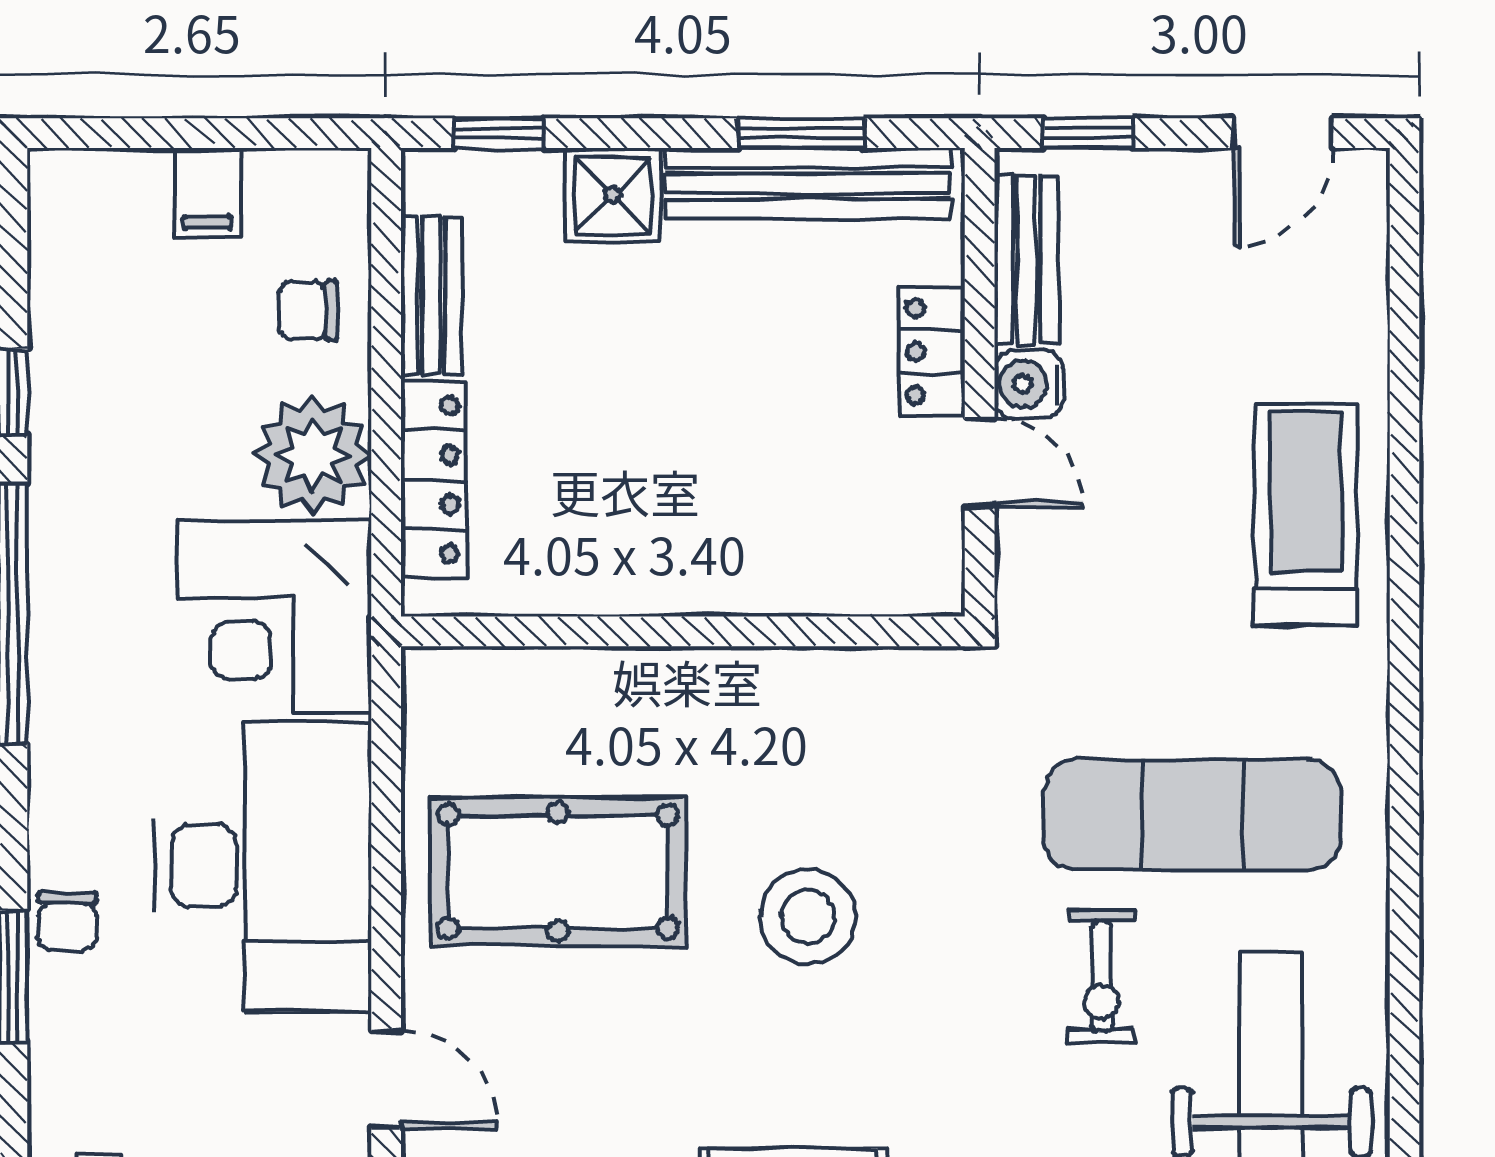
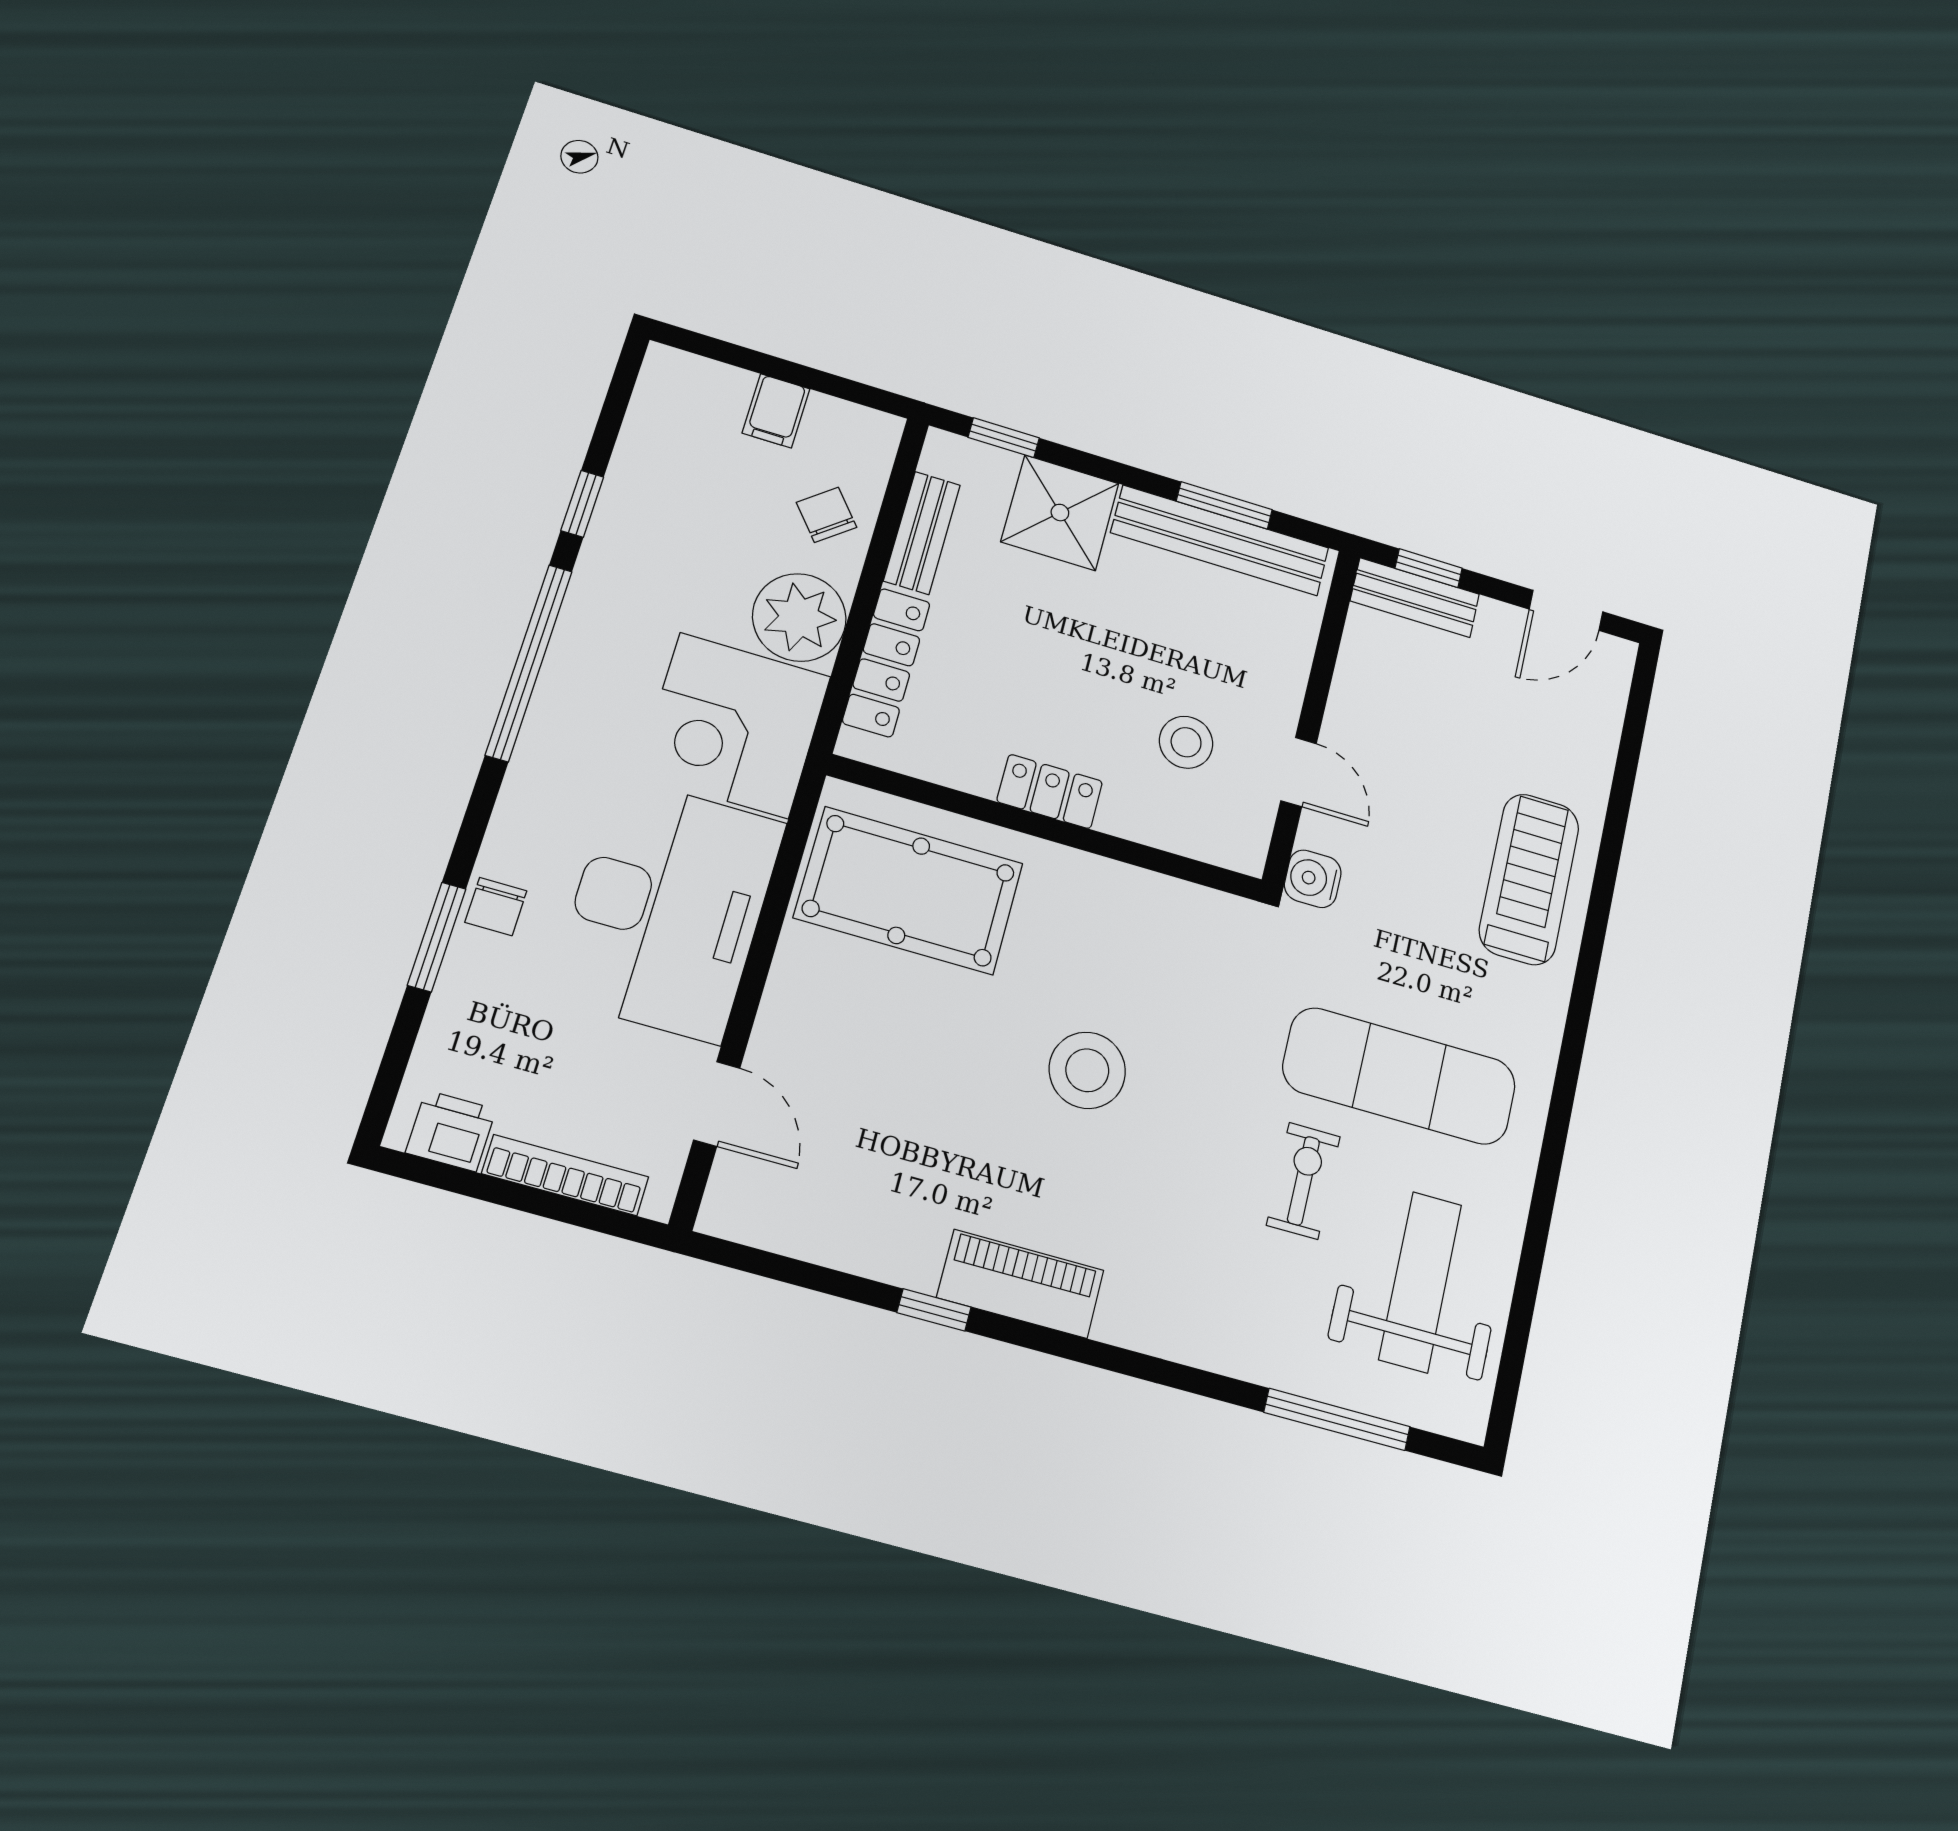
shower: (613, 195) -> (1060, 513), width x1.36, depth x1.36
bench: (1026, 260) -> (1415, 598), moved, turned 90
chair: (308, 310) -> (826, 515), turned 51
locker: (932, 352) -> (1050, 791), moved, turned 90
water cooler: (1029, 384) -> (1313, 879), moved
stool: (829, 468) -> (1186, 742), added
pool table: (558, 872) -> (909, 891), moved
exercise bike: (1102, 976) -> (1303, 1181), turned 180

